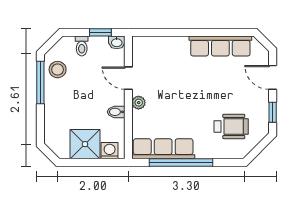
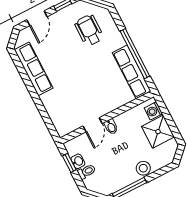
washbasin: (117, 42) -> (78, 161), moved
stool: (58, 70) -> (143, 168), moved
plant: (139, 103) -> (107, 108), removed
bidet: (116, 112) -> (111, 127), moved

